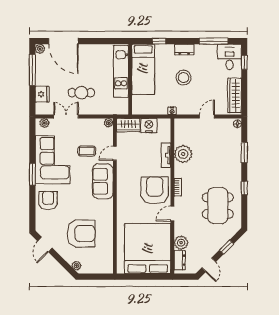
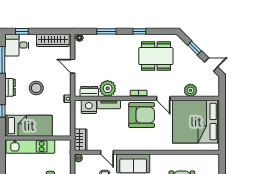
nightstand: (149, 126) -> (89, 107), moved, turned 90
armchair: (155, 190) -> (142, 115), turned 180
dresser: (180, 260) -> (89, 92), moved

